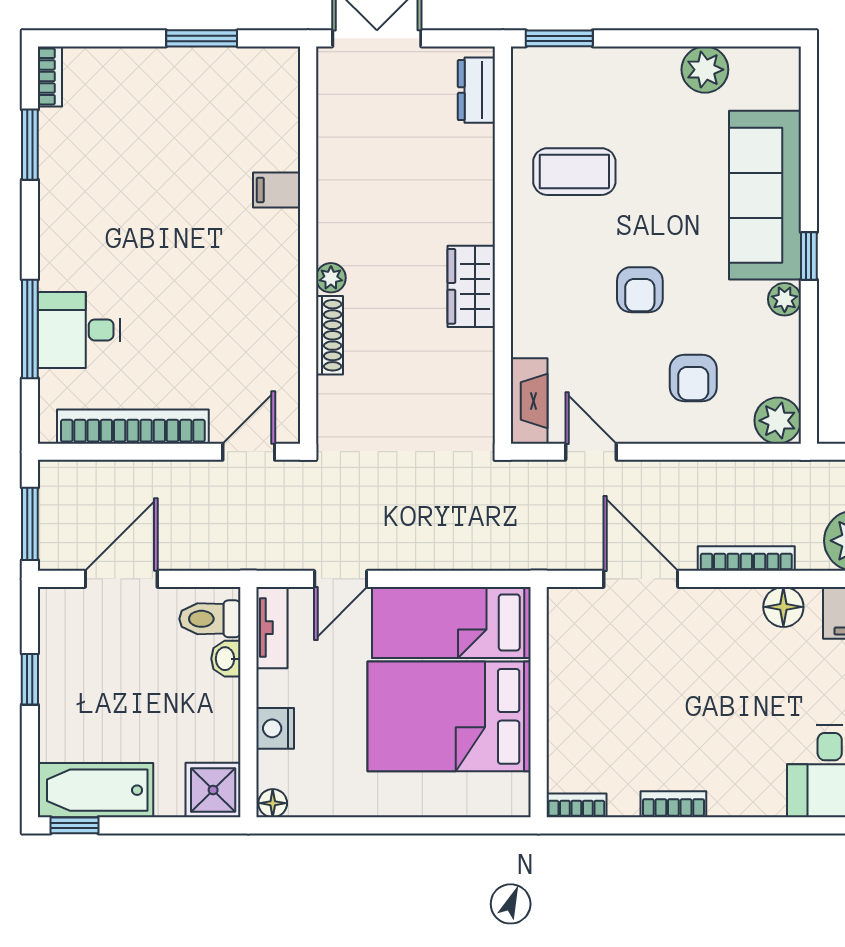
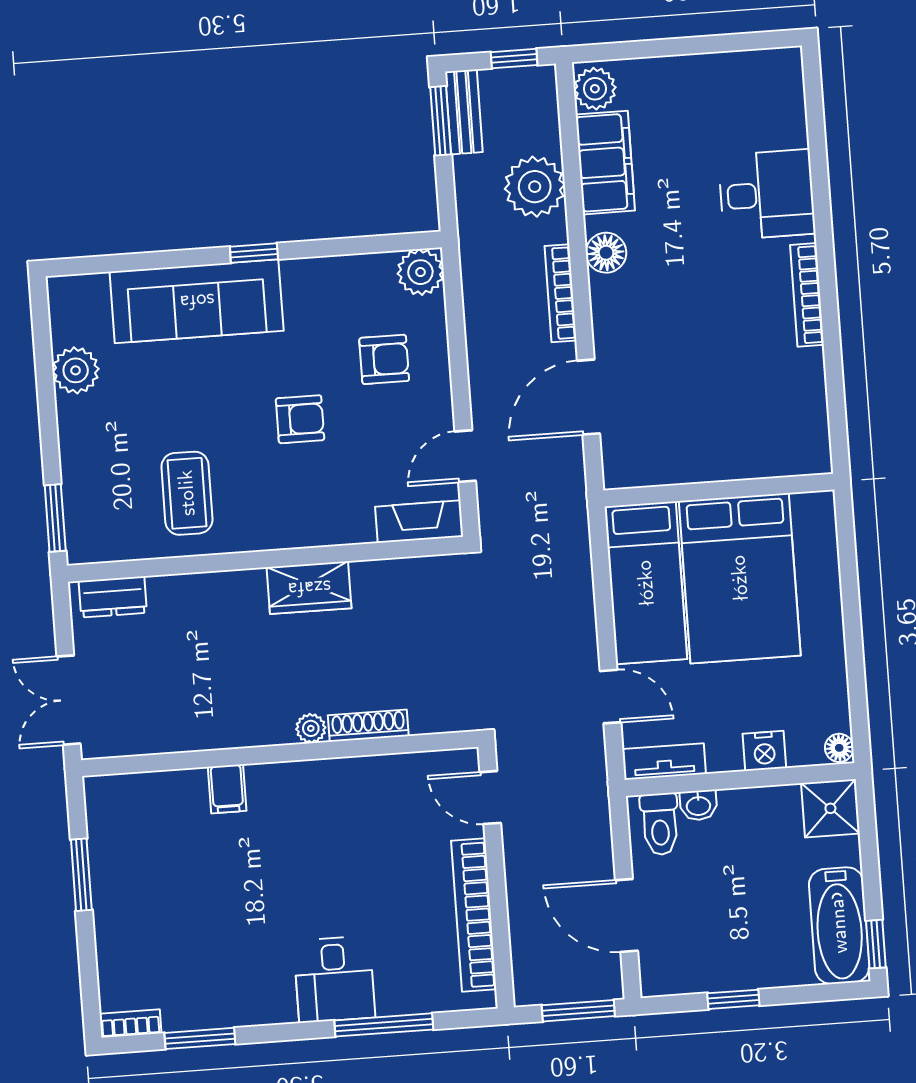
plant: (785, 299) -> (299, 274), removed
desk: (79, 330) -> (334, 979), moved
bookcase: (673, 804) -> (807, 295), moved, width x1.56
bookcase: (576, 805) -> (819, 445), removed

